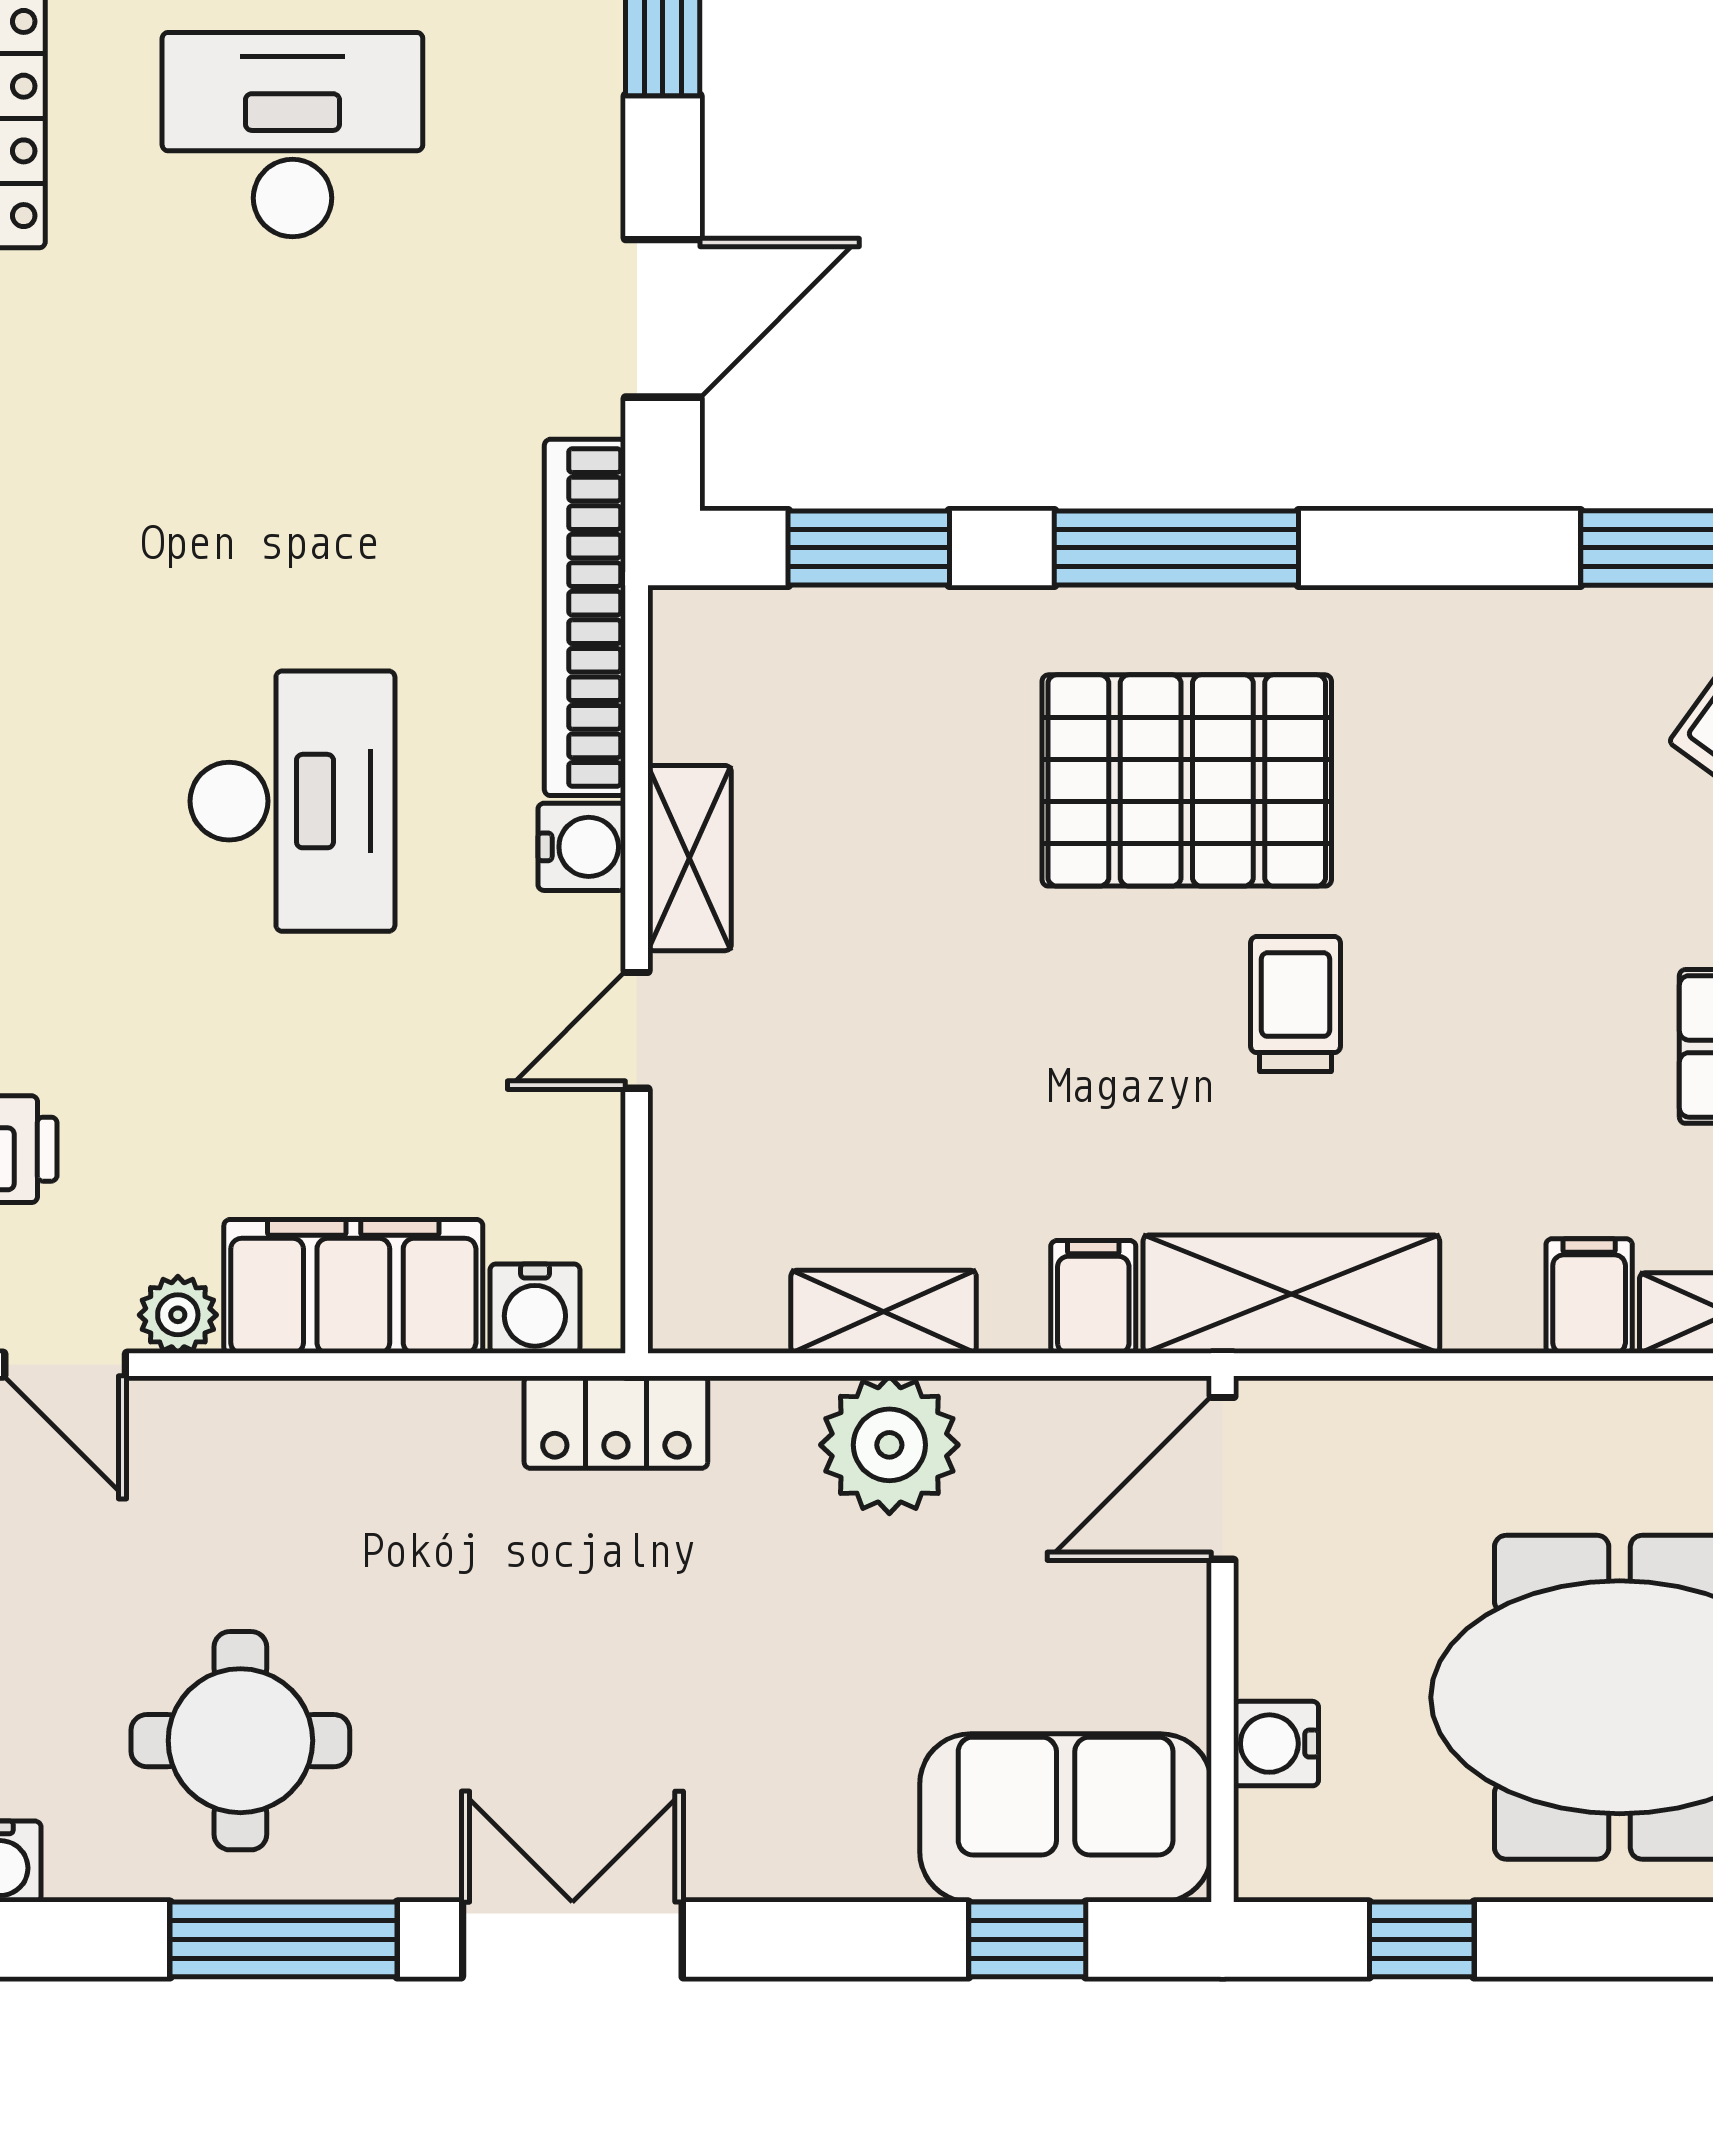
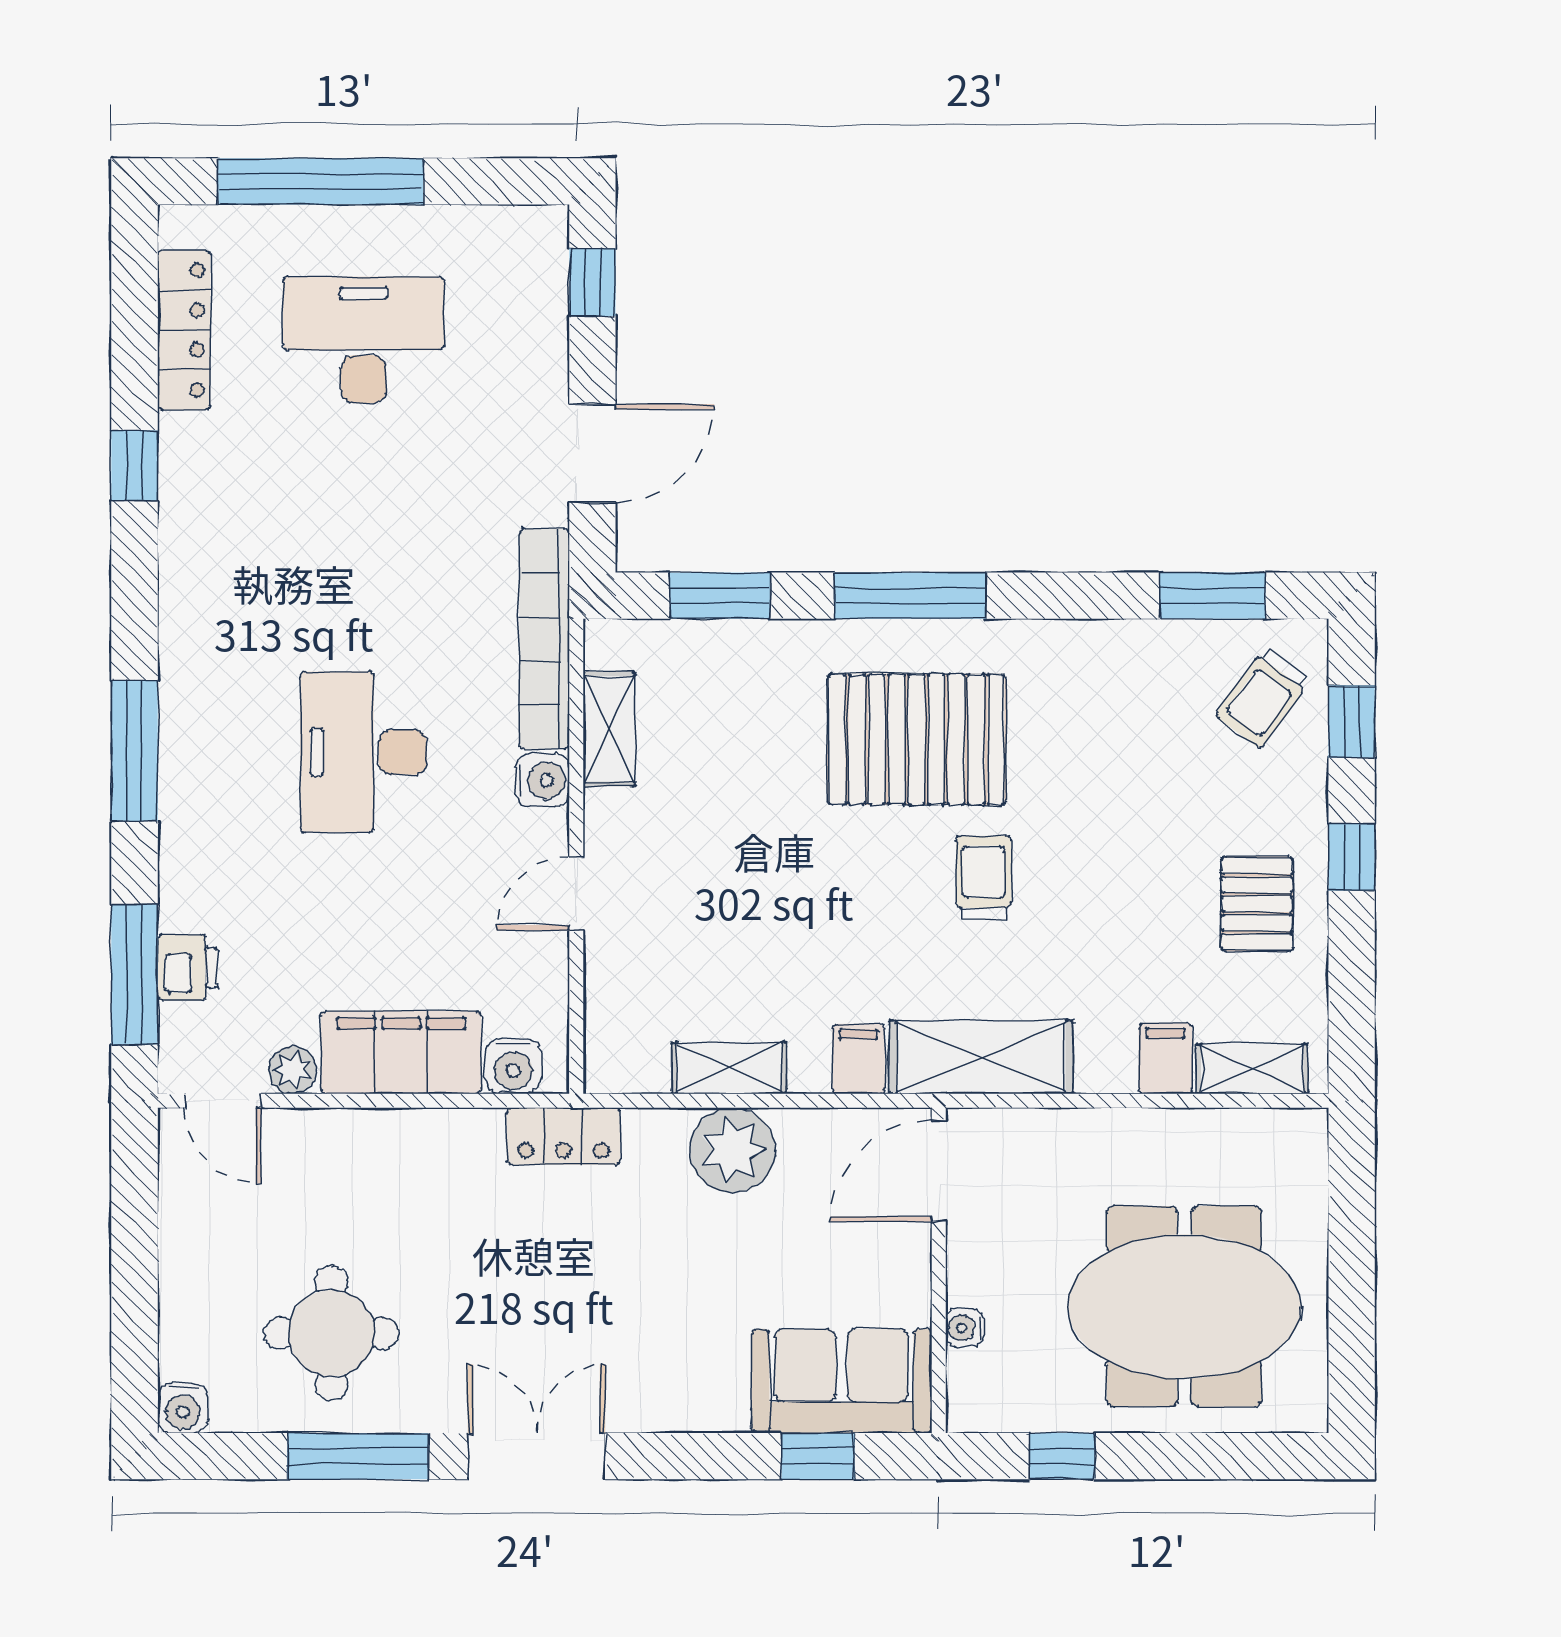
desk: (292, 801) -> (363, 752), turned 180
shelving: (689, 858) -> (609, 729), moved
water cooler: (1276, 1744) -> (965, 1328), width x0.72, depth x0.72

